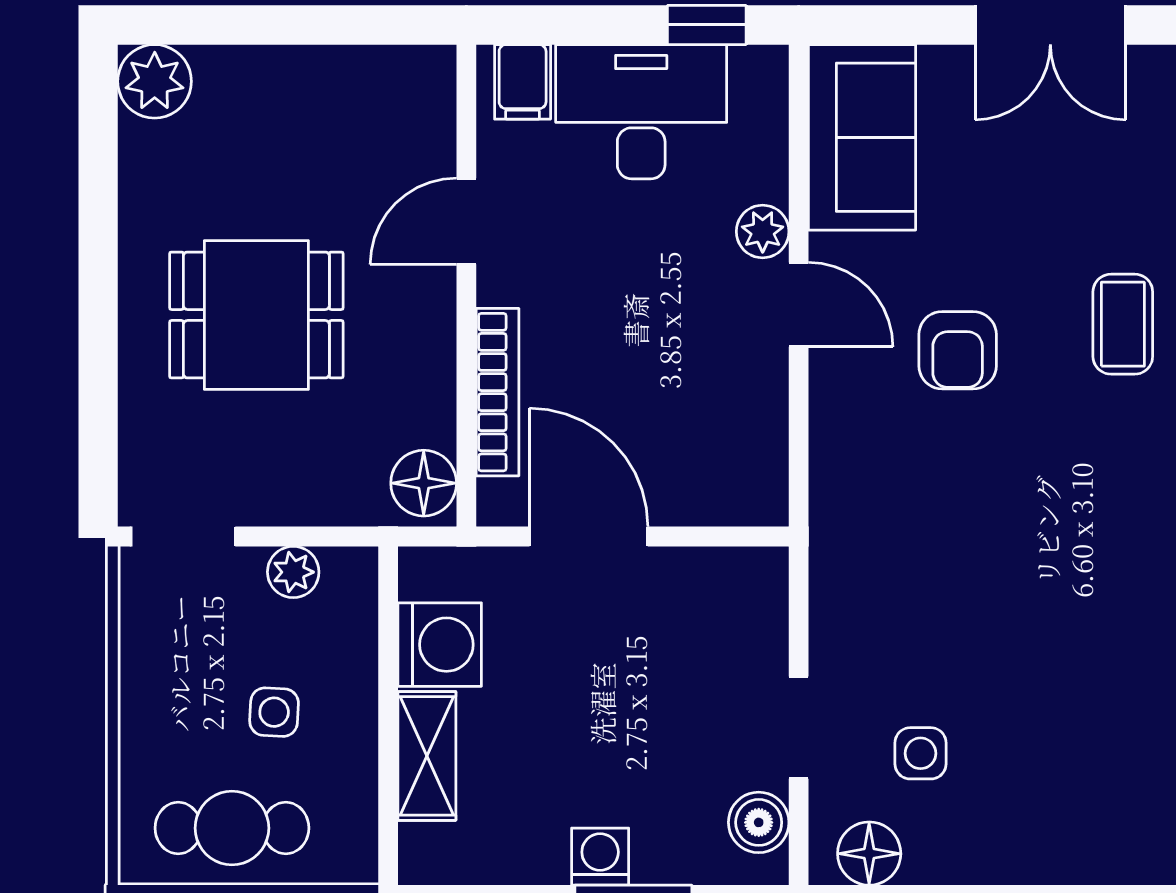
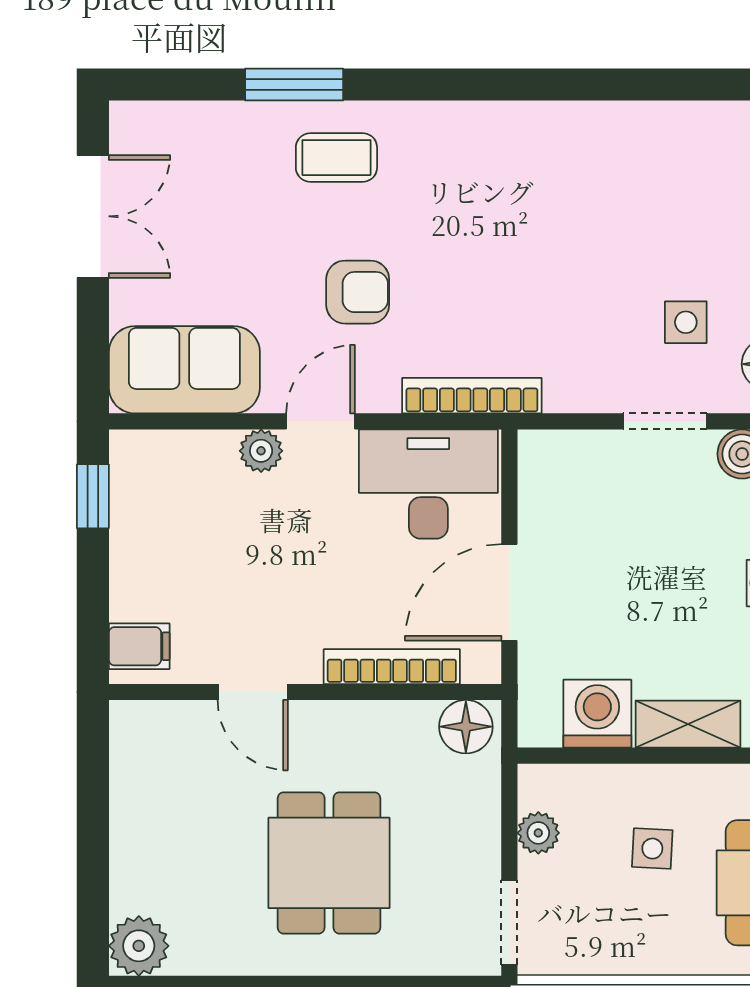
desk: (641, 112) -> (428, 484), moved, turned 90
bookcase: (830, 491) -> (472, 396), added

